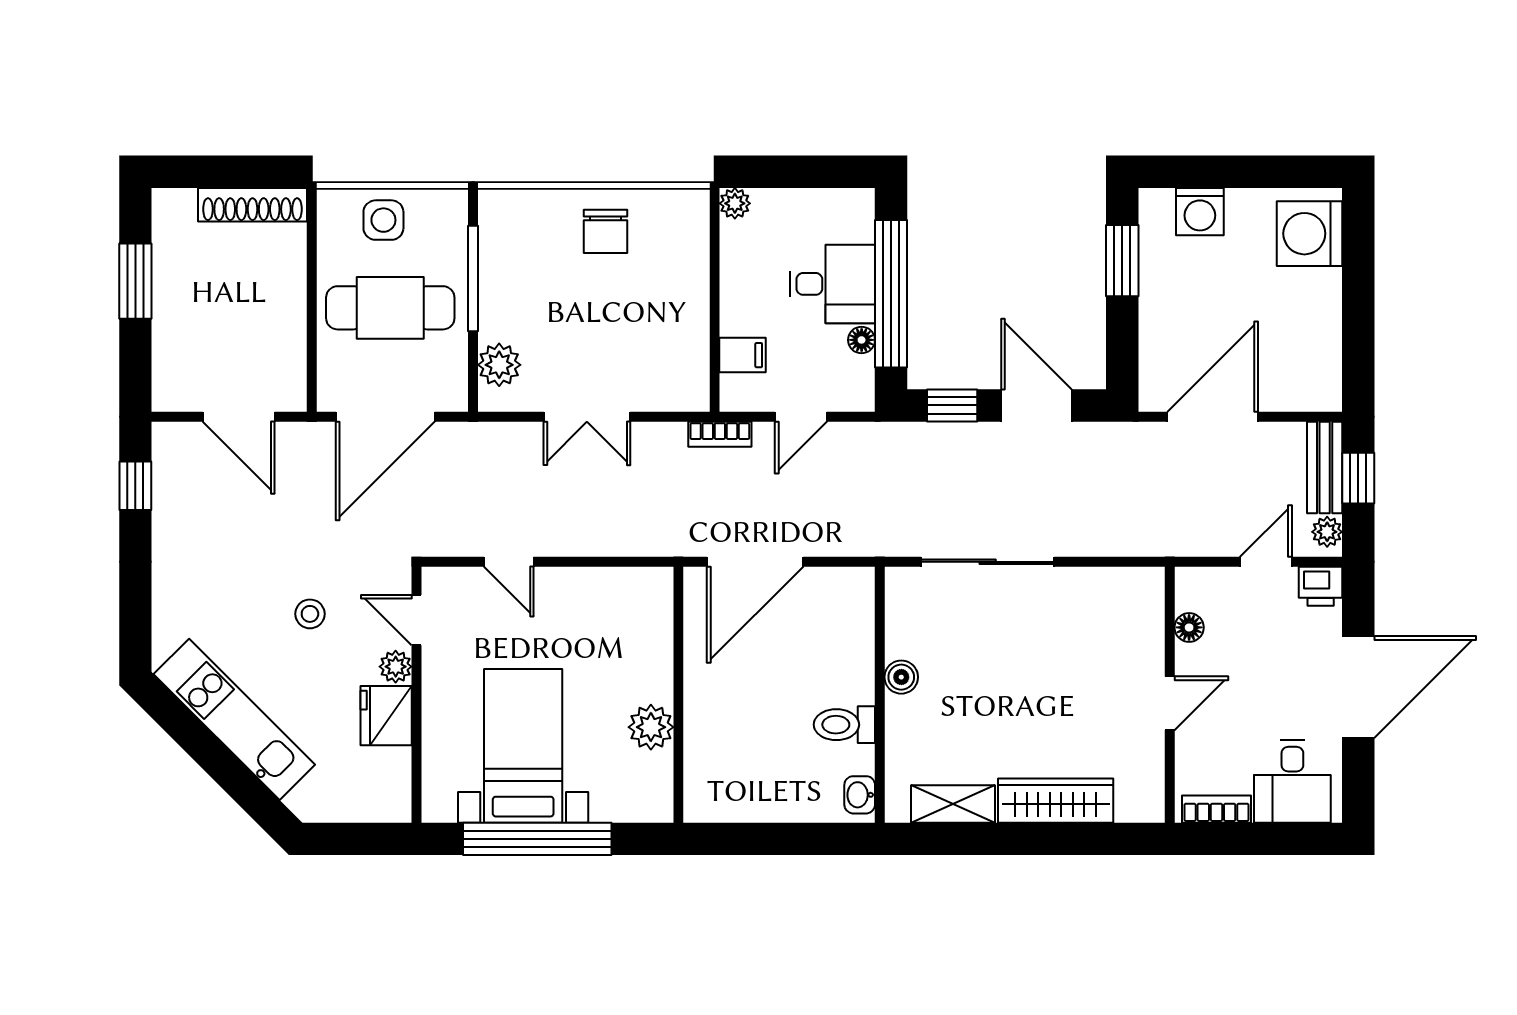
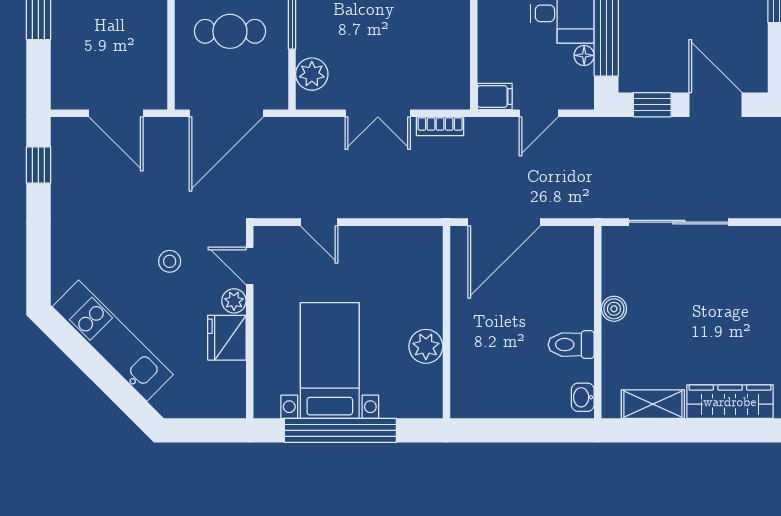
cafe table: (390, 308) -> (230, 31), width x0.73, depth x0.74
filing cabinet: (743, 355) -> (495, 97), moved
bookcase: (720, 434) -> (440, 126), moved

